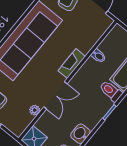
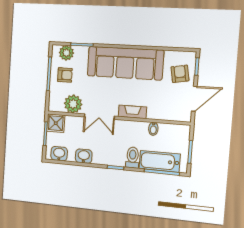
plant: (35, 110) -> (73, 104), width x1.88, depth x1.88

